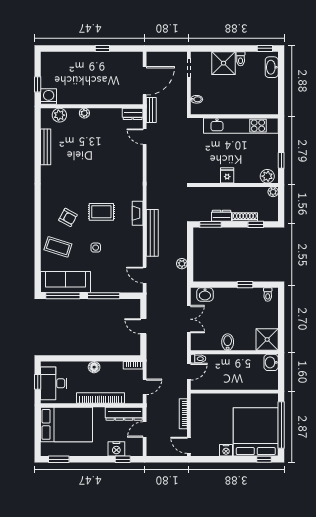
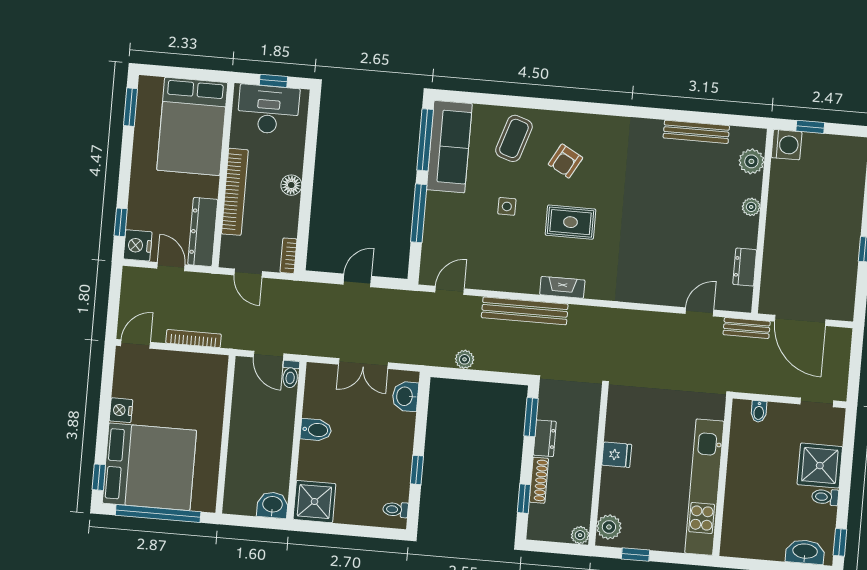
dresser: (133, 114) -> (745, 267), moved
rug: (101, 212) -> (570, 222), turned 90
nightstand: (116, 449) -> (138, 245), moved

